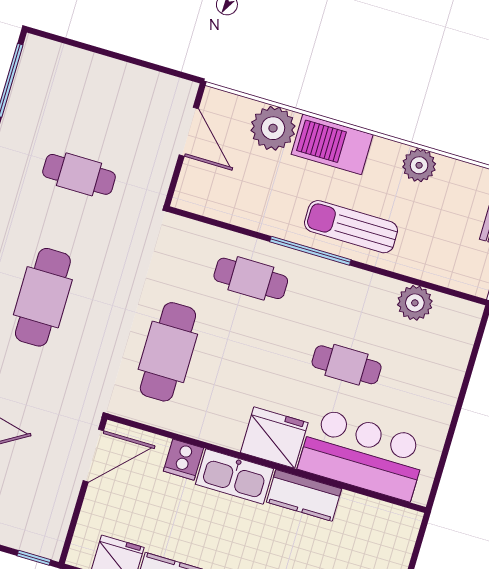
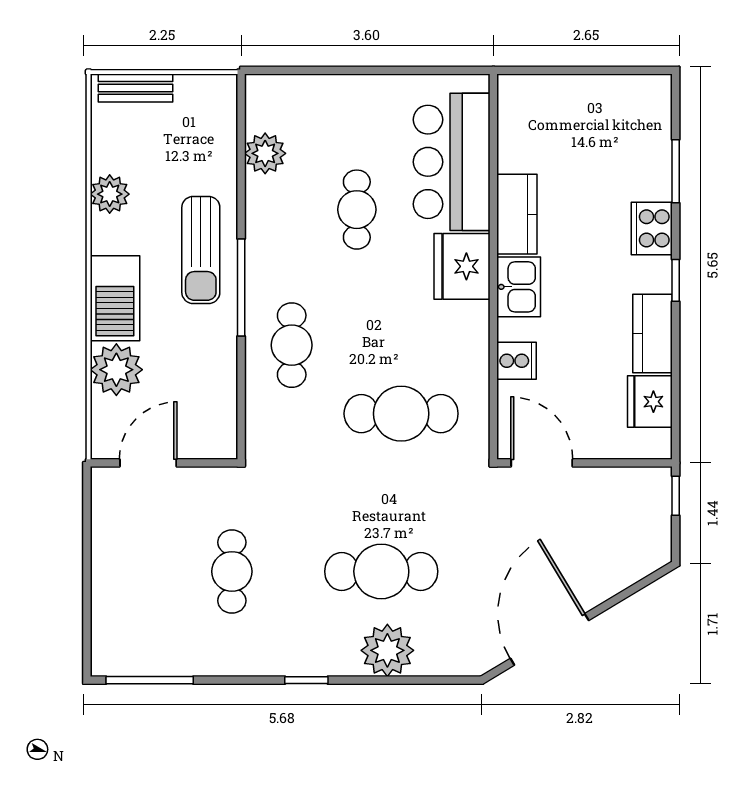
kitchen sink: (234, 476) -> (519, 287), width x0.73

